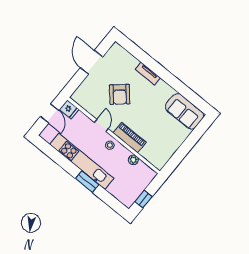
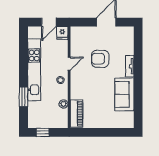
armchair: (120, 94) -> (100, 59), turned 41
sofa: (185, 111) -> (124, 94), moved
piano: (129, 137) -> (77, 114), moved
window: (87, 182) -> (23, 97), moved

